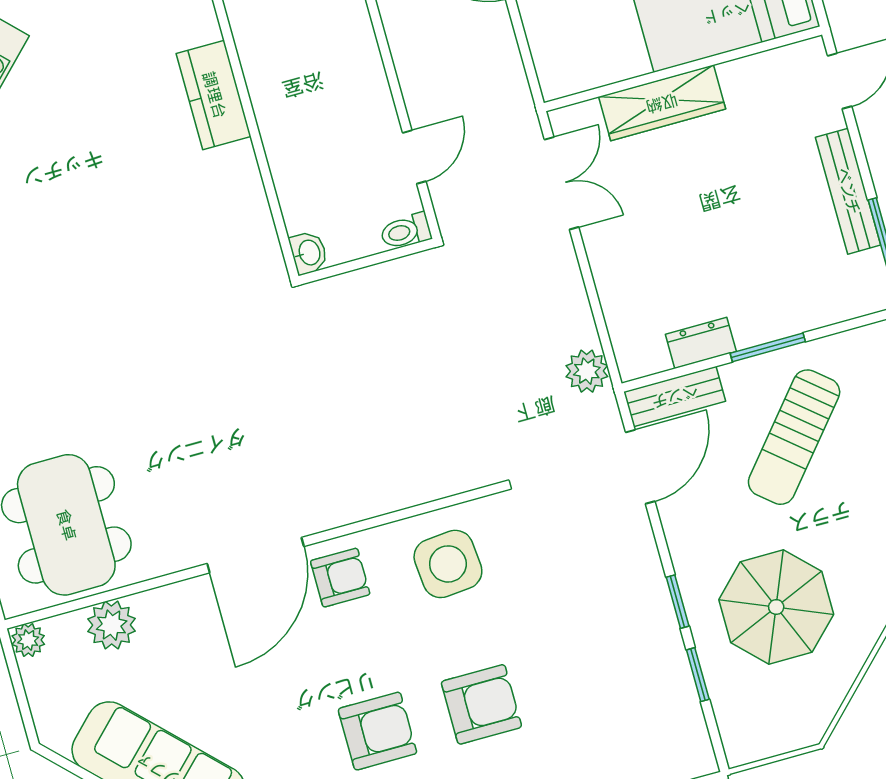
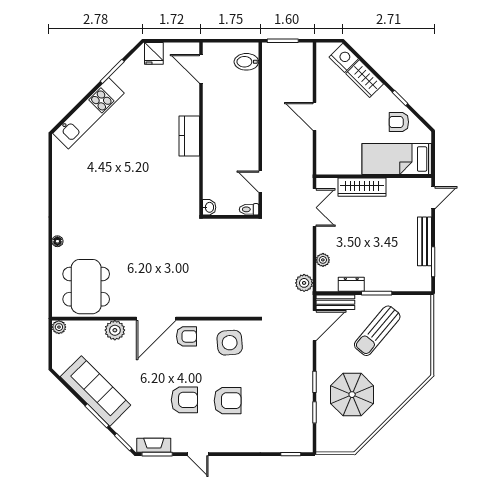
door: (414, 157) -> (260, 182), swing flipped
plant: (617, 303) -> (323, 260), added
plant: (112, 625) -> (115, 330), moved

